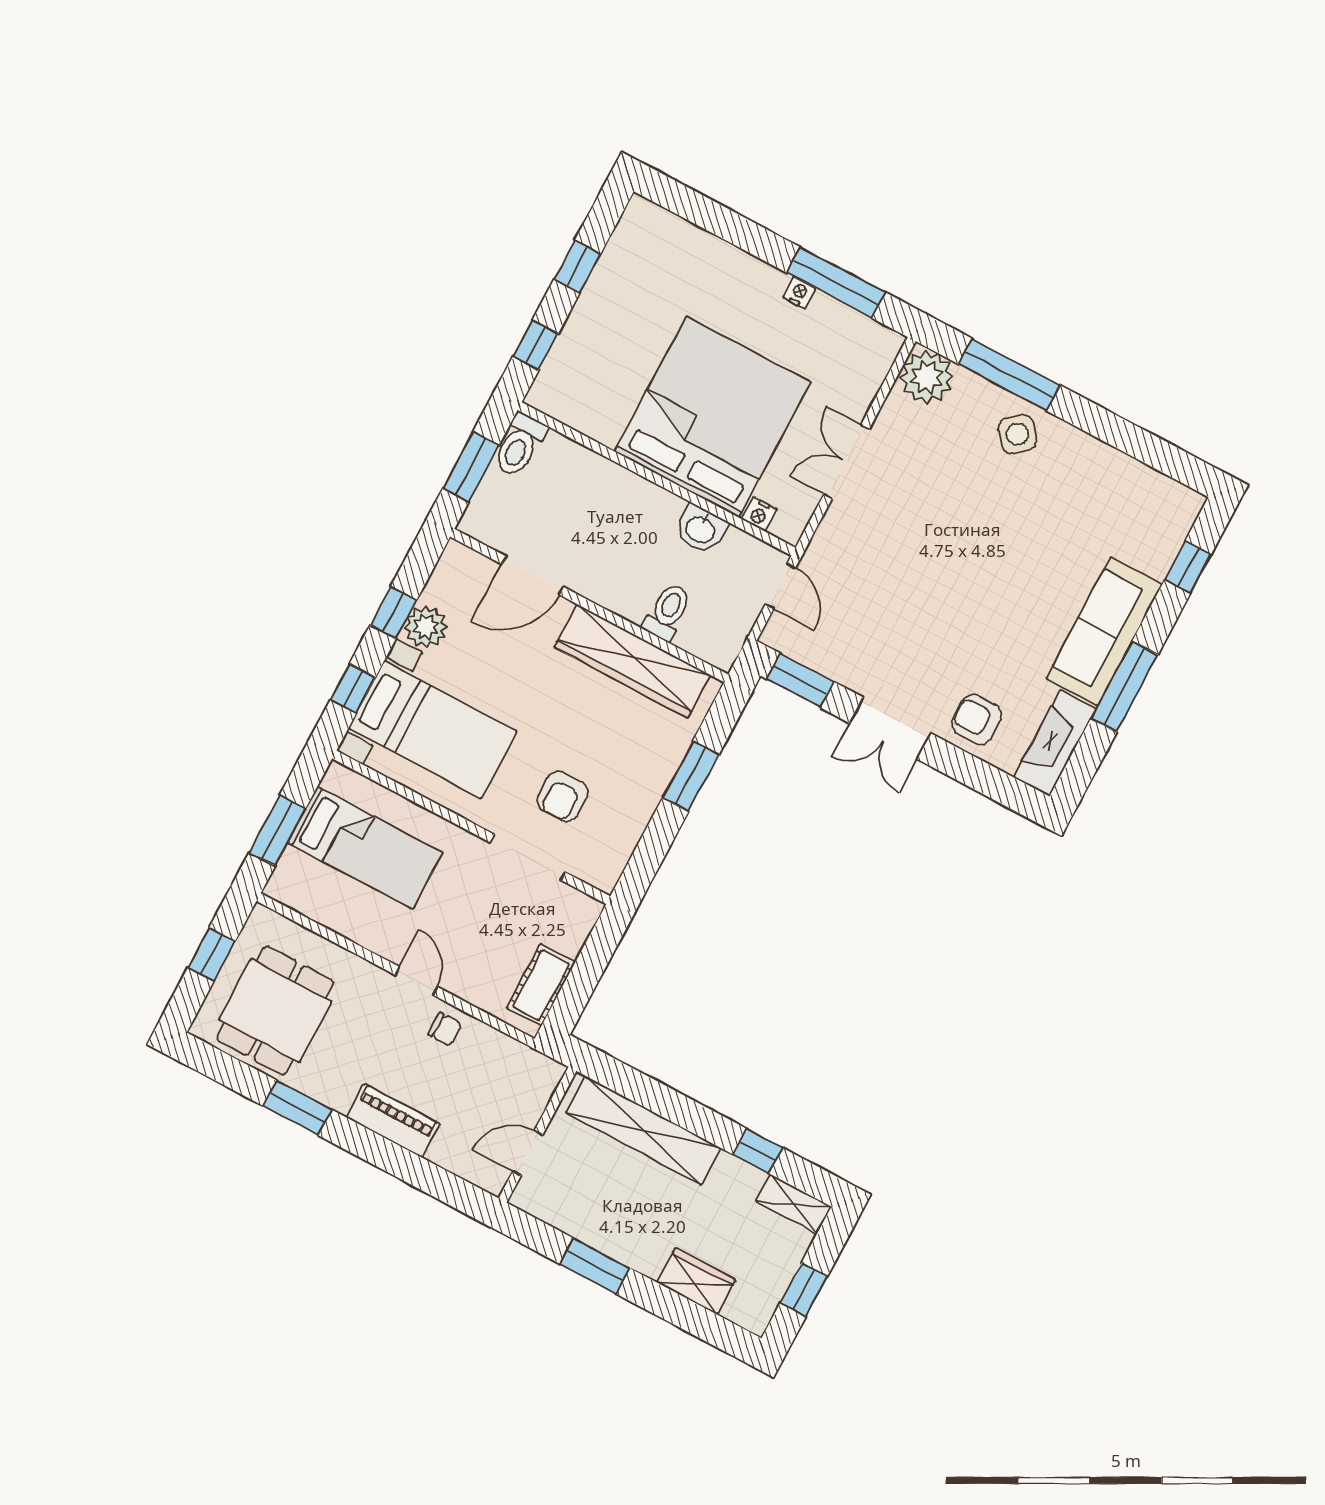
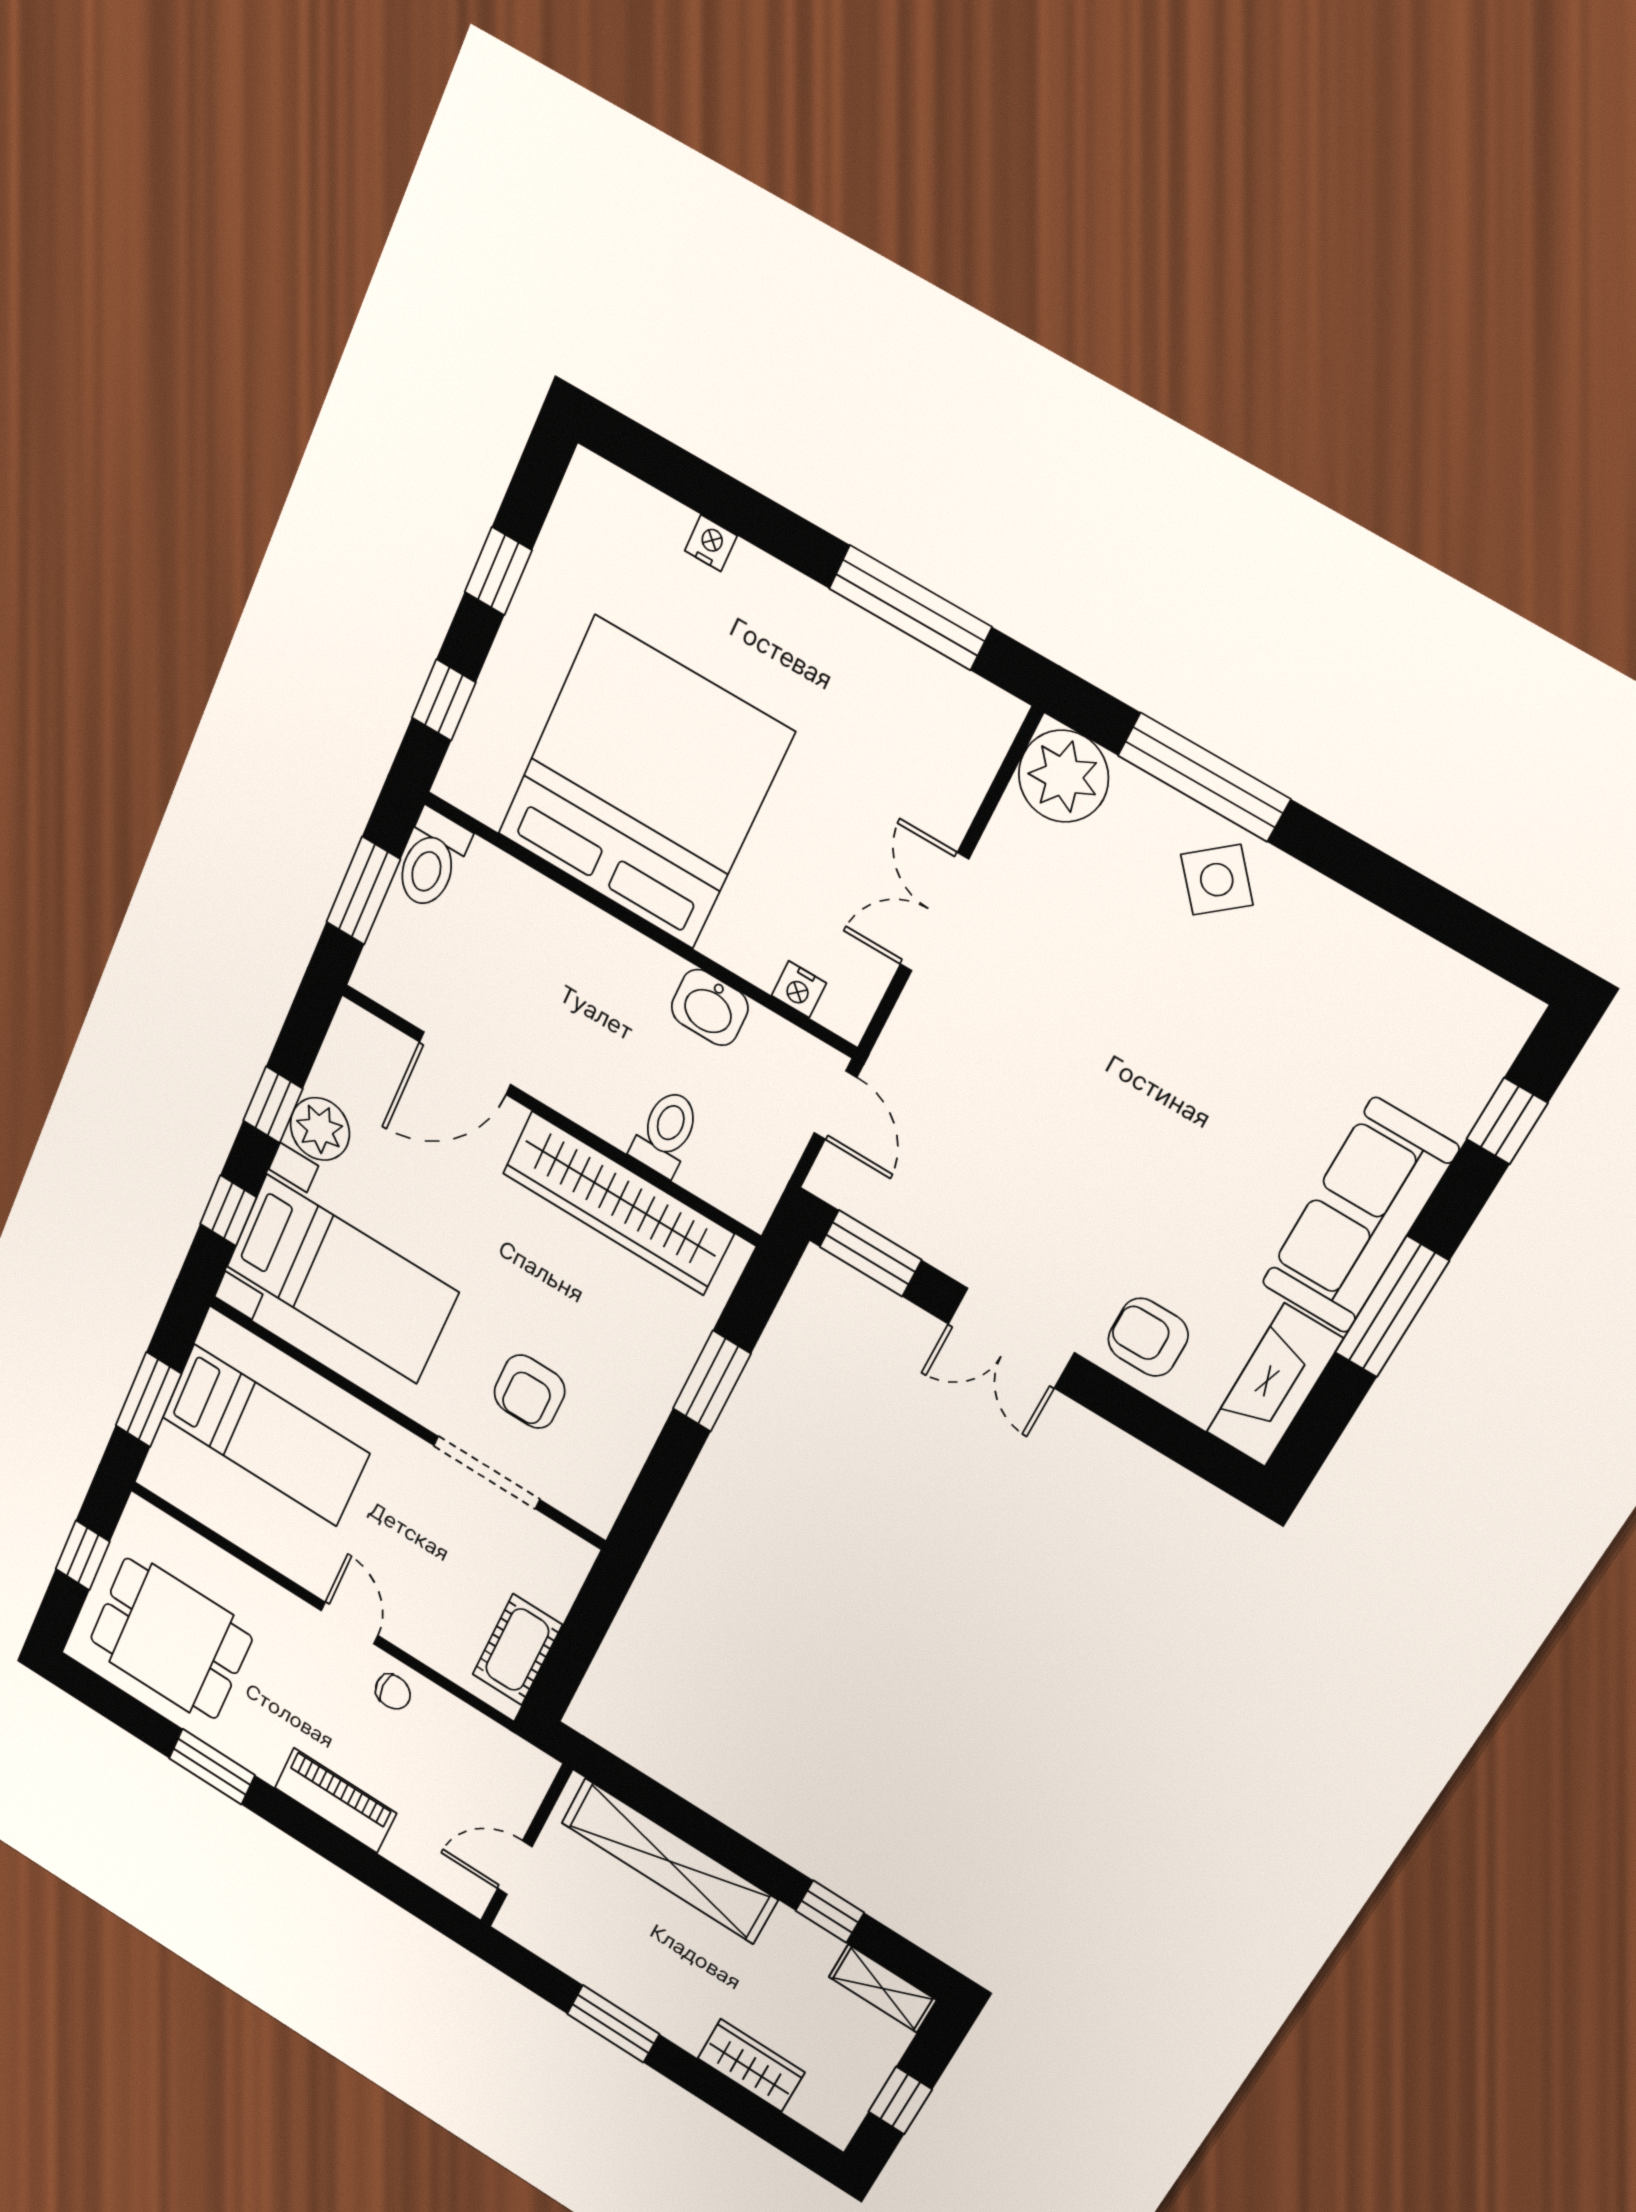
nightstand: (799, 293) -> (711, 543), moved
bed: (713, 417) -> (644, 783), moved
dining table: (275, 1011) -> (171, 1639), turned 90

